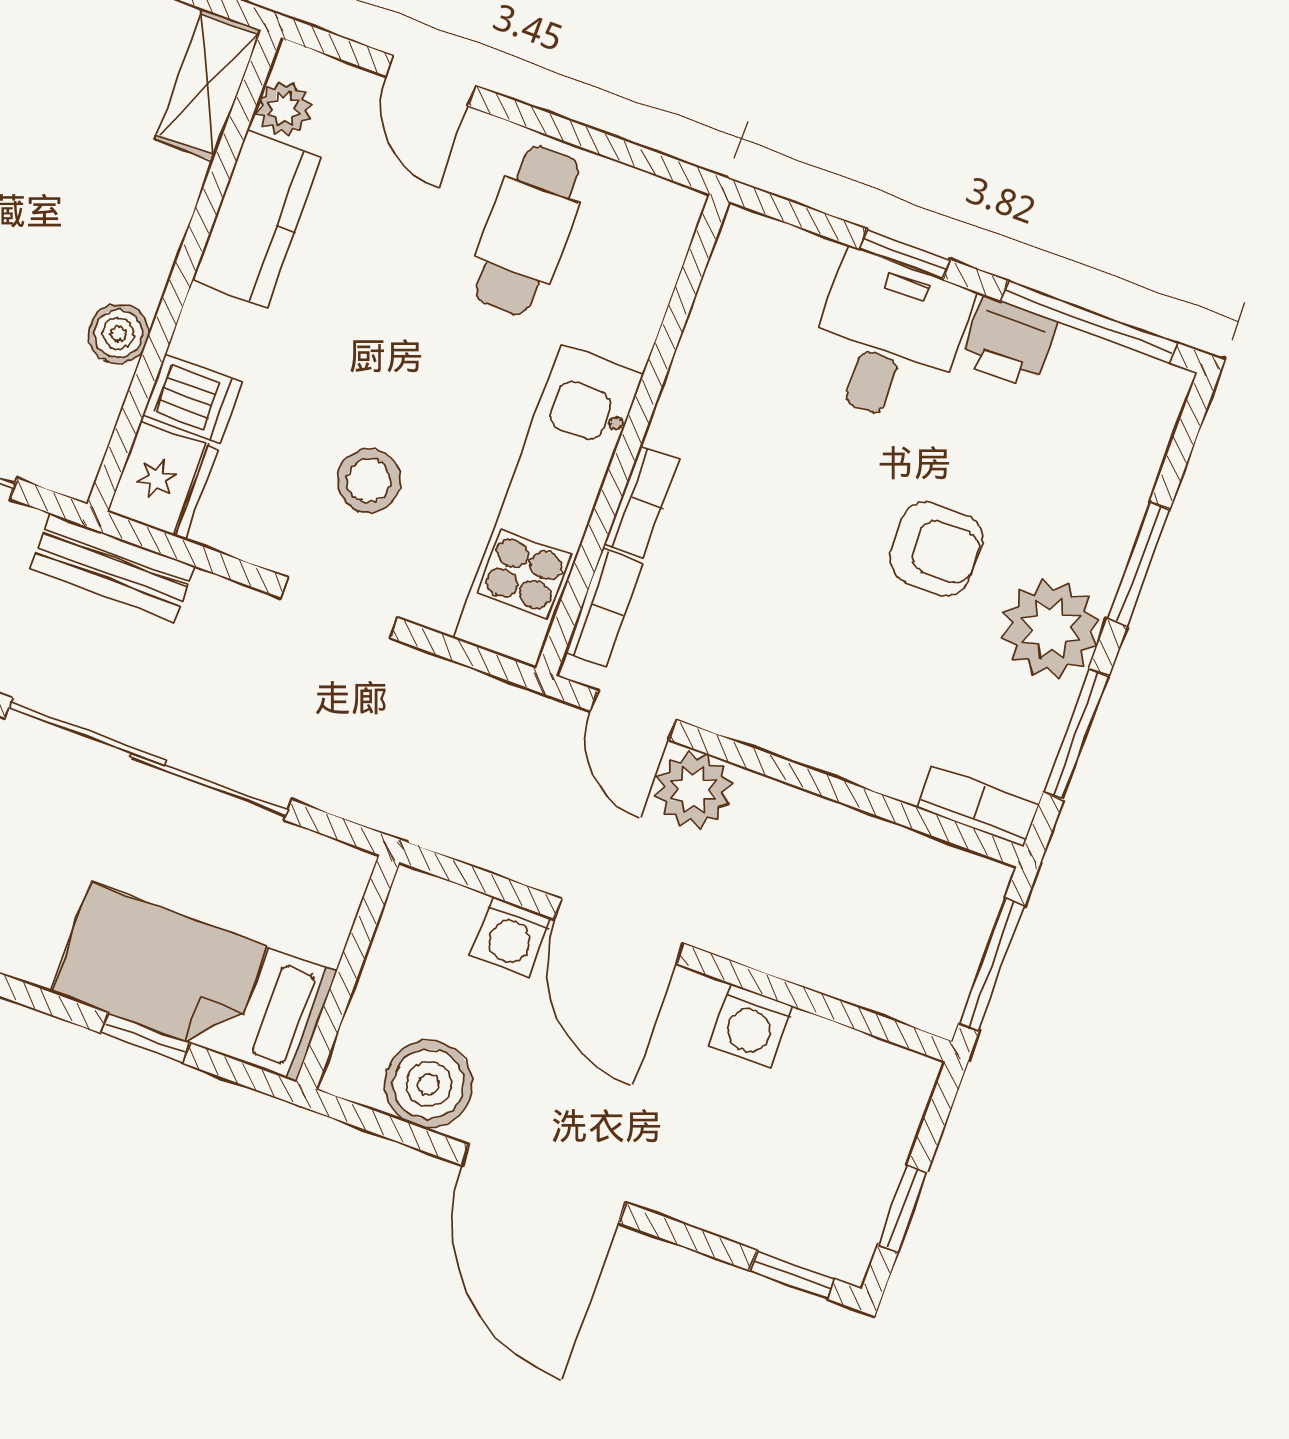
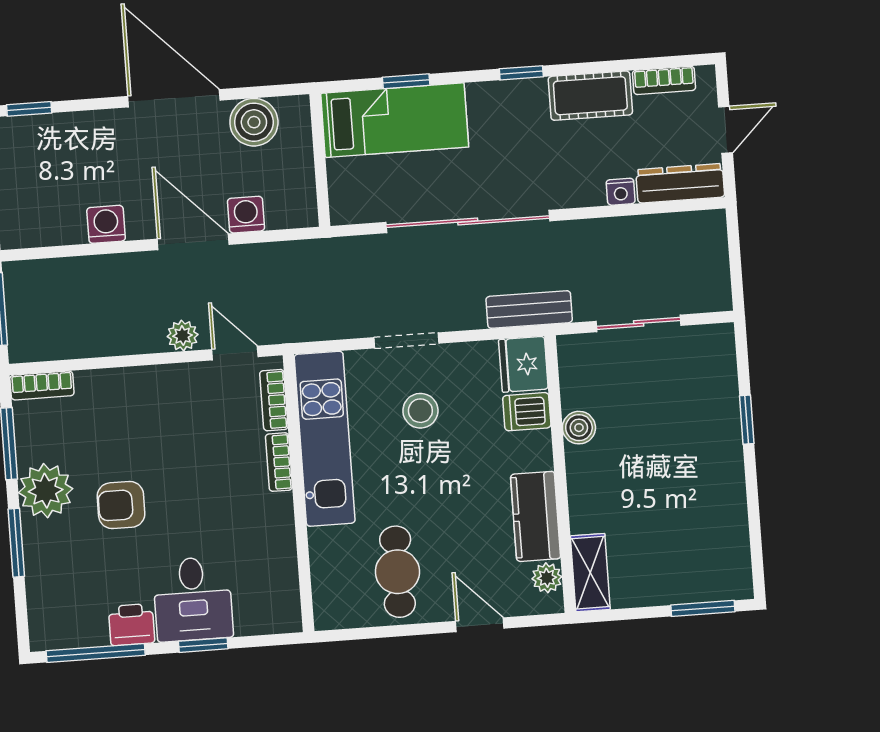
plant: (693, 790) -> (183, 336), width x0.73, depth x0.73

